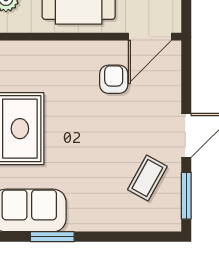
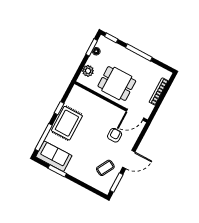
armchair: (114, 79) -> (115, 135), moved

